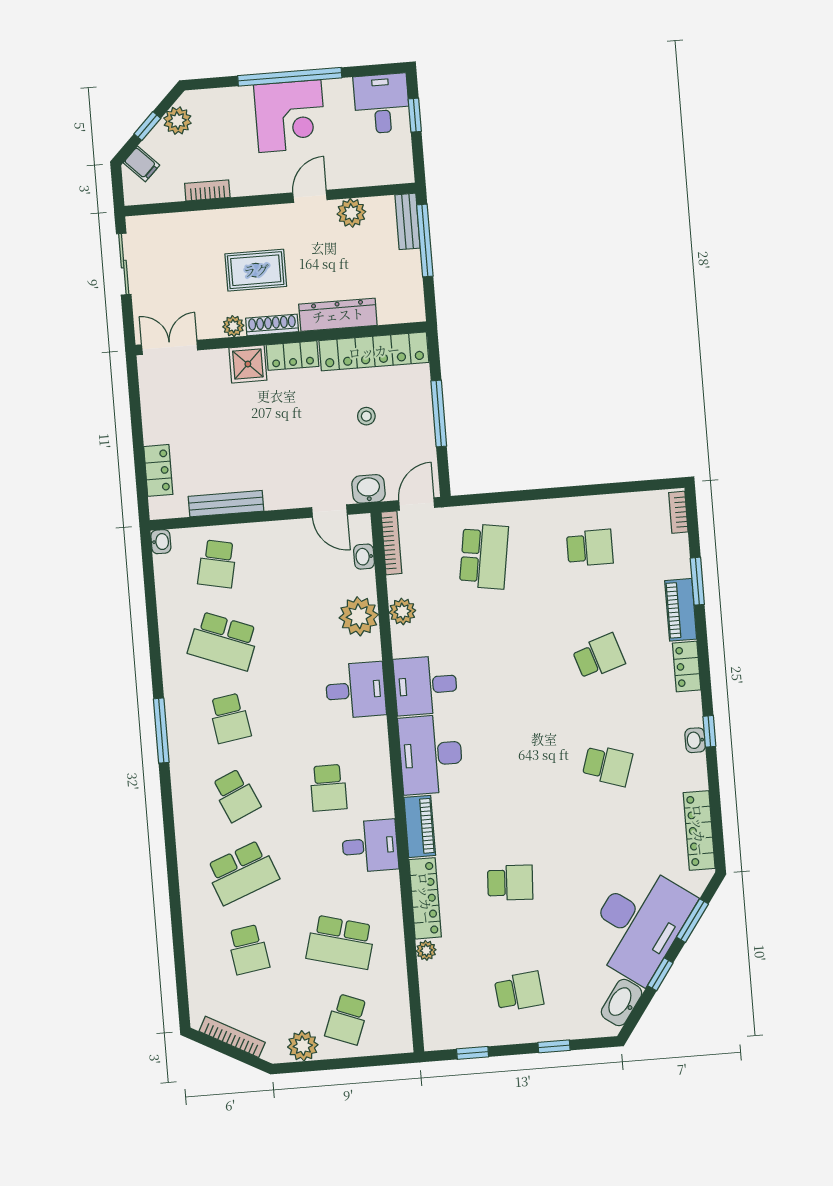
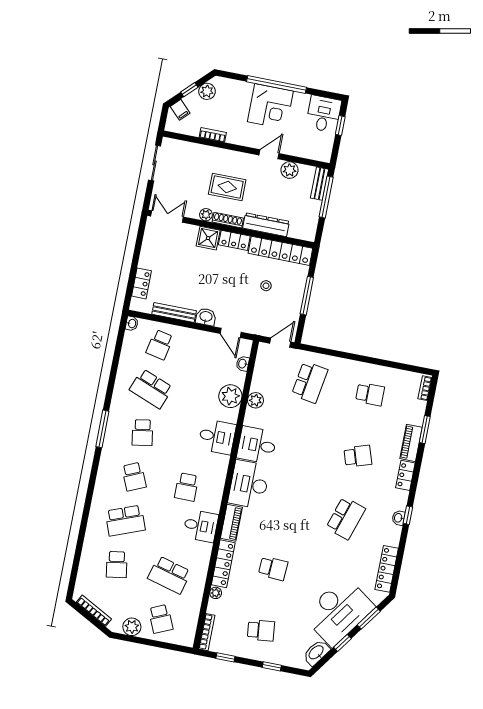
washbasin: (368, 489) -> (206, 317), moved
bookcase: (391, 543) -> (207, 632), moved
school desk: (607, 765) -> (346, 518), width x1.85
school desk: (347, 1019) -> (161, 619), turned -45

